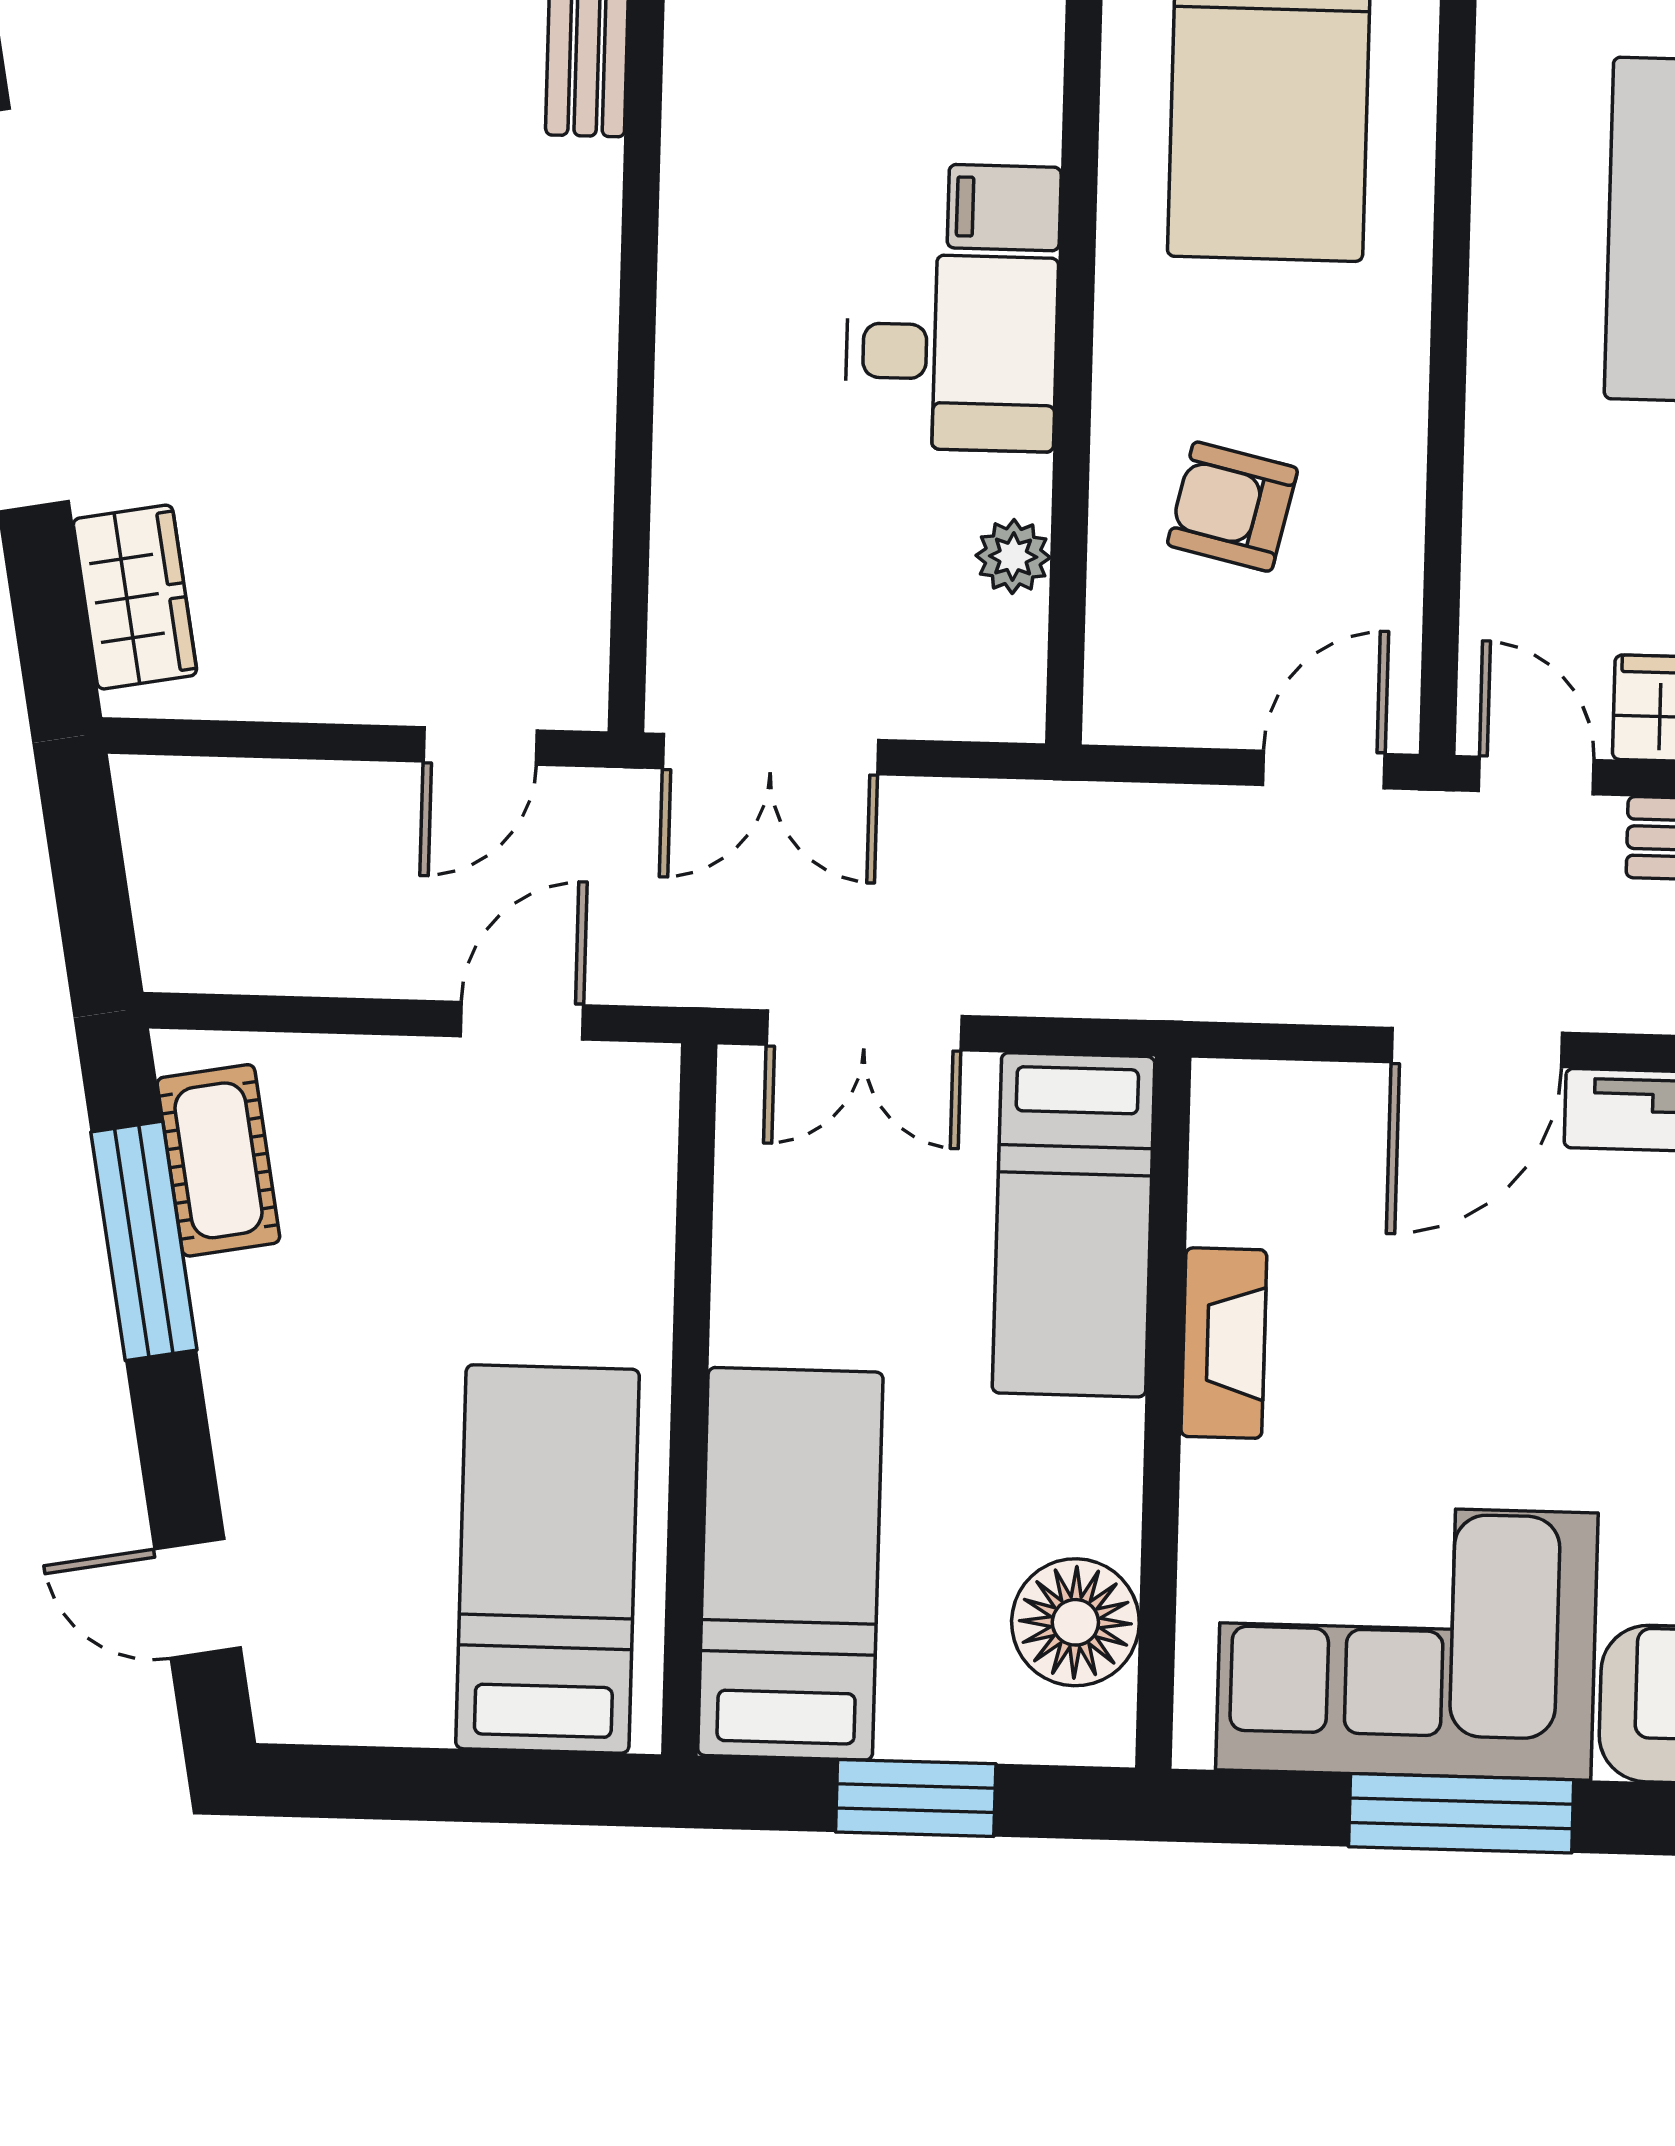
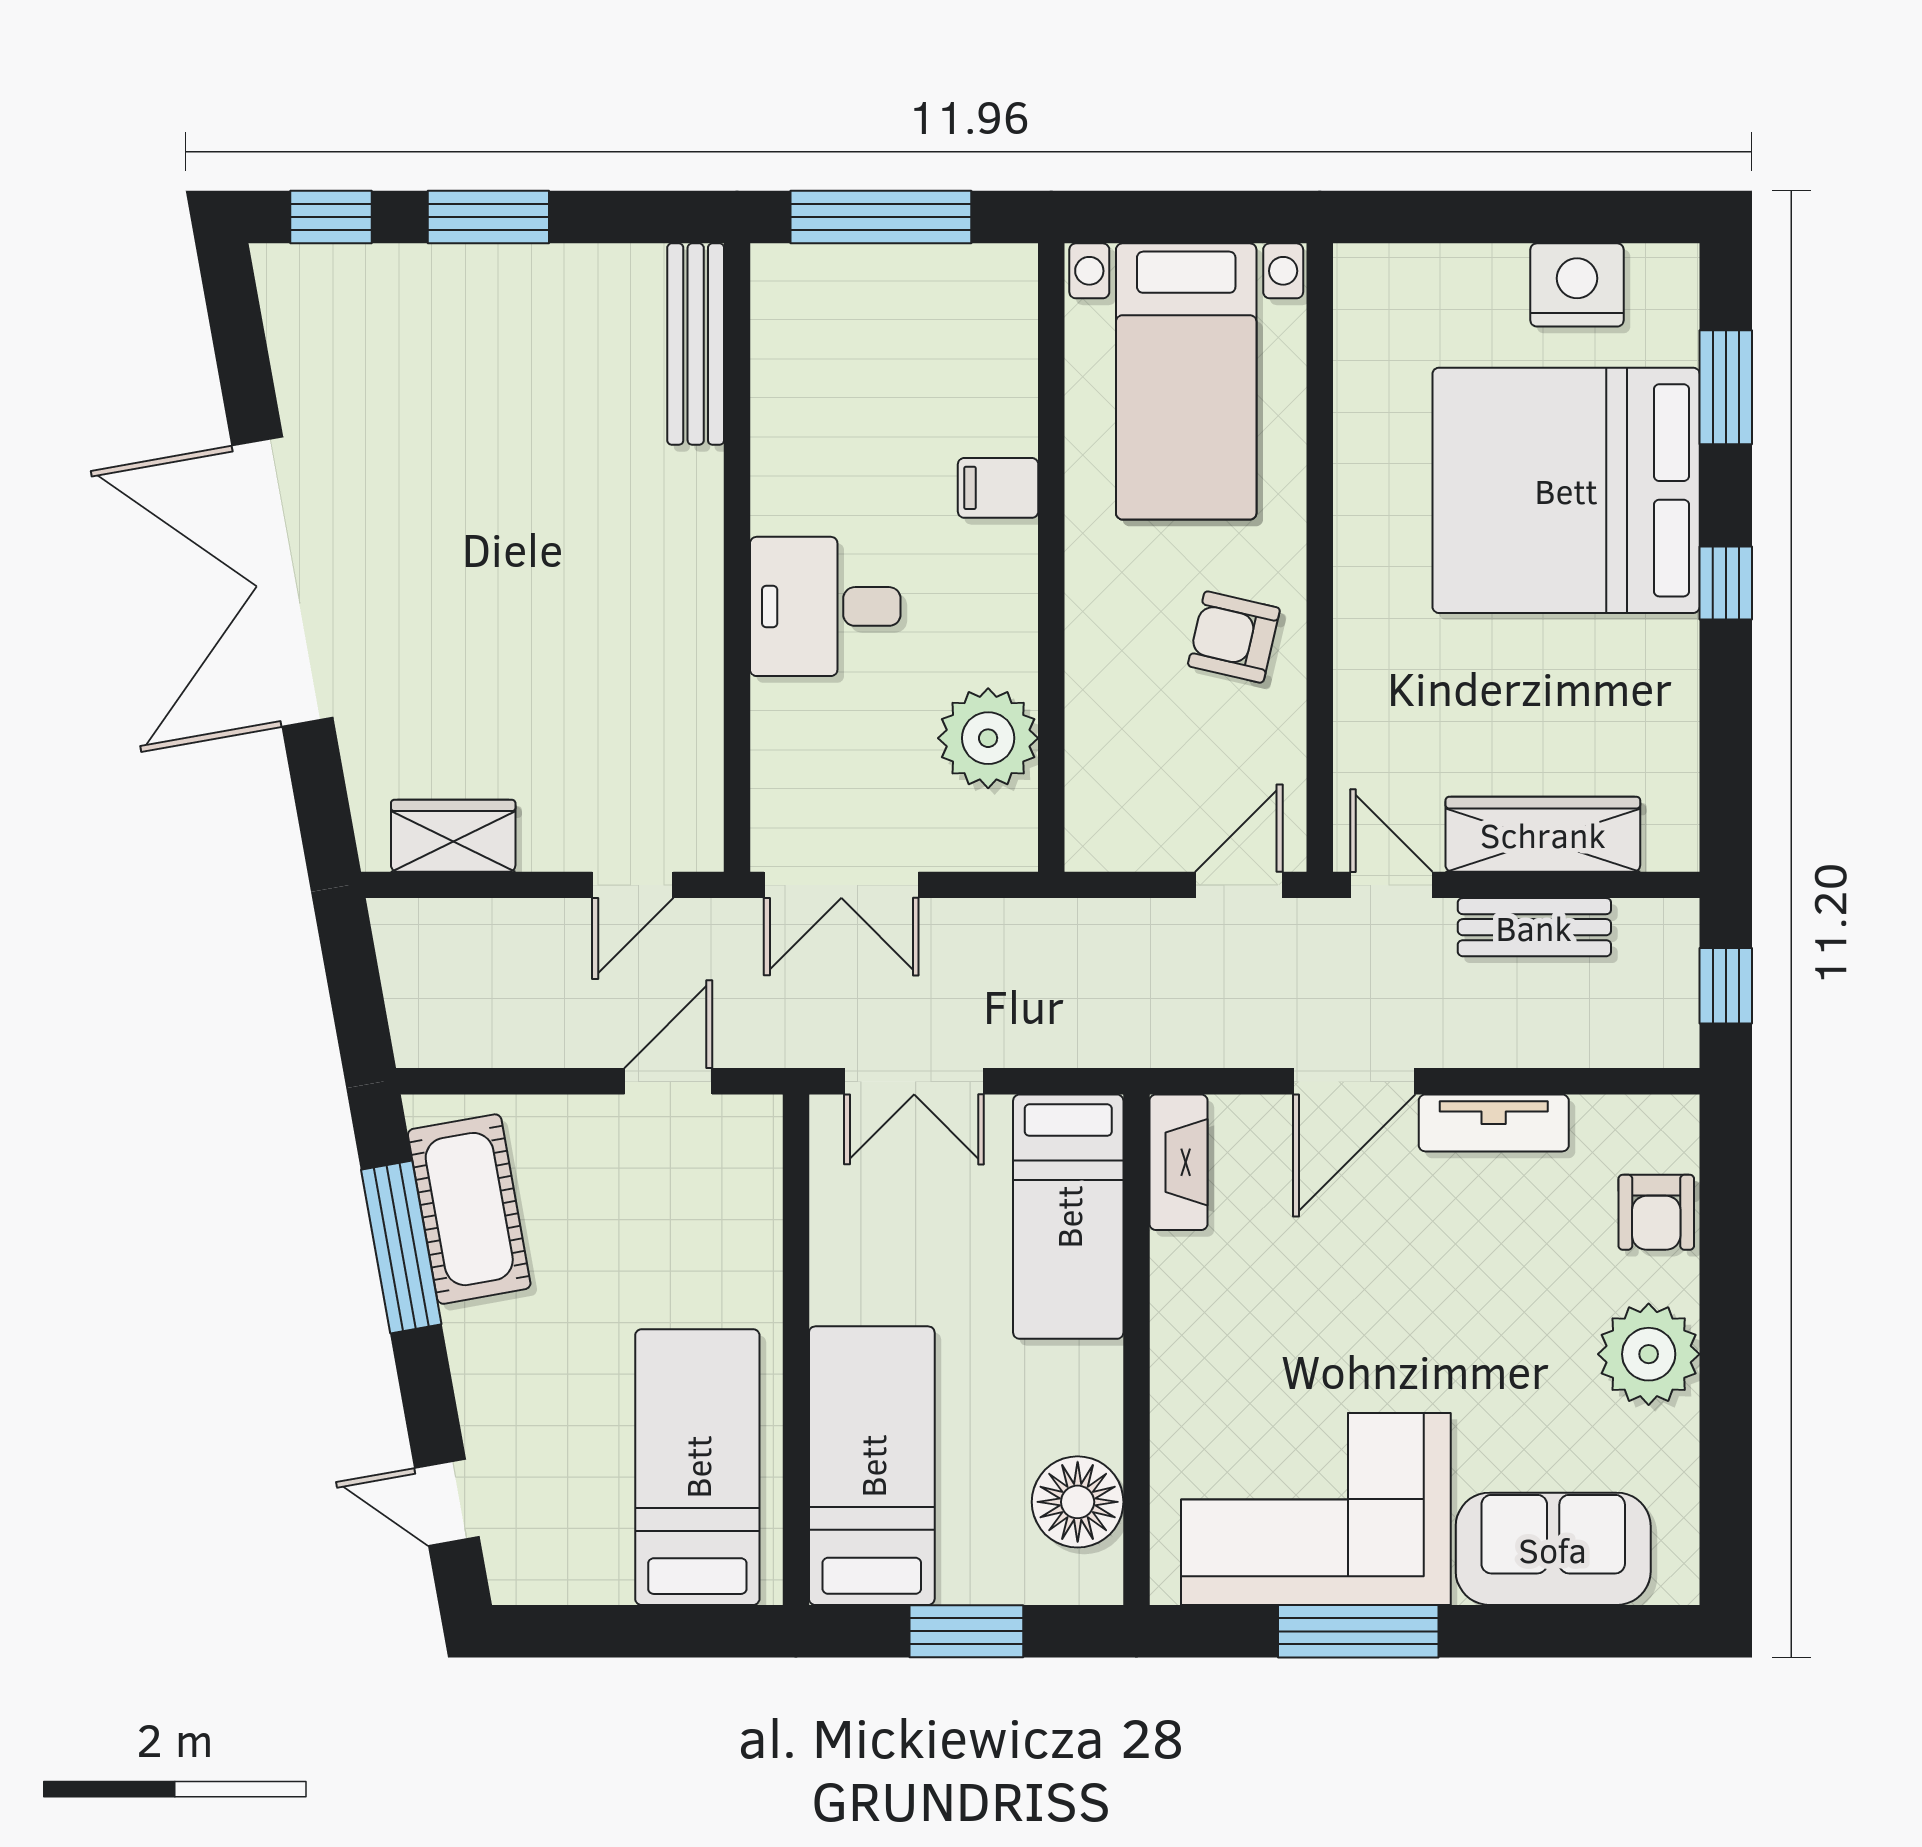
desk: (951, 352) -> (825, 606), moved, turned 180
armchair: (1232, 507) -> (1234, 637), moved
plant: (1013, 556) -> (988, 738), width x1.88, depth x1.88
wardrobe: (135, 597) -> (453, 836), moved, turned -80
cot: (218, 1160) -> (469, 1209), width x1.37, depth x1.34
fireplace: (1224, 1343) -> (1178, 1162), moved

